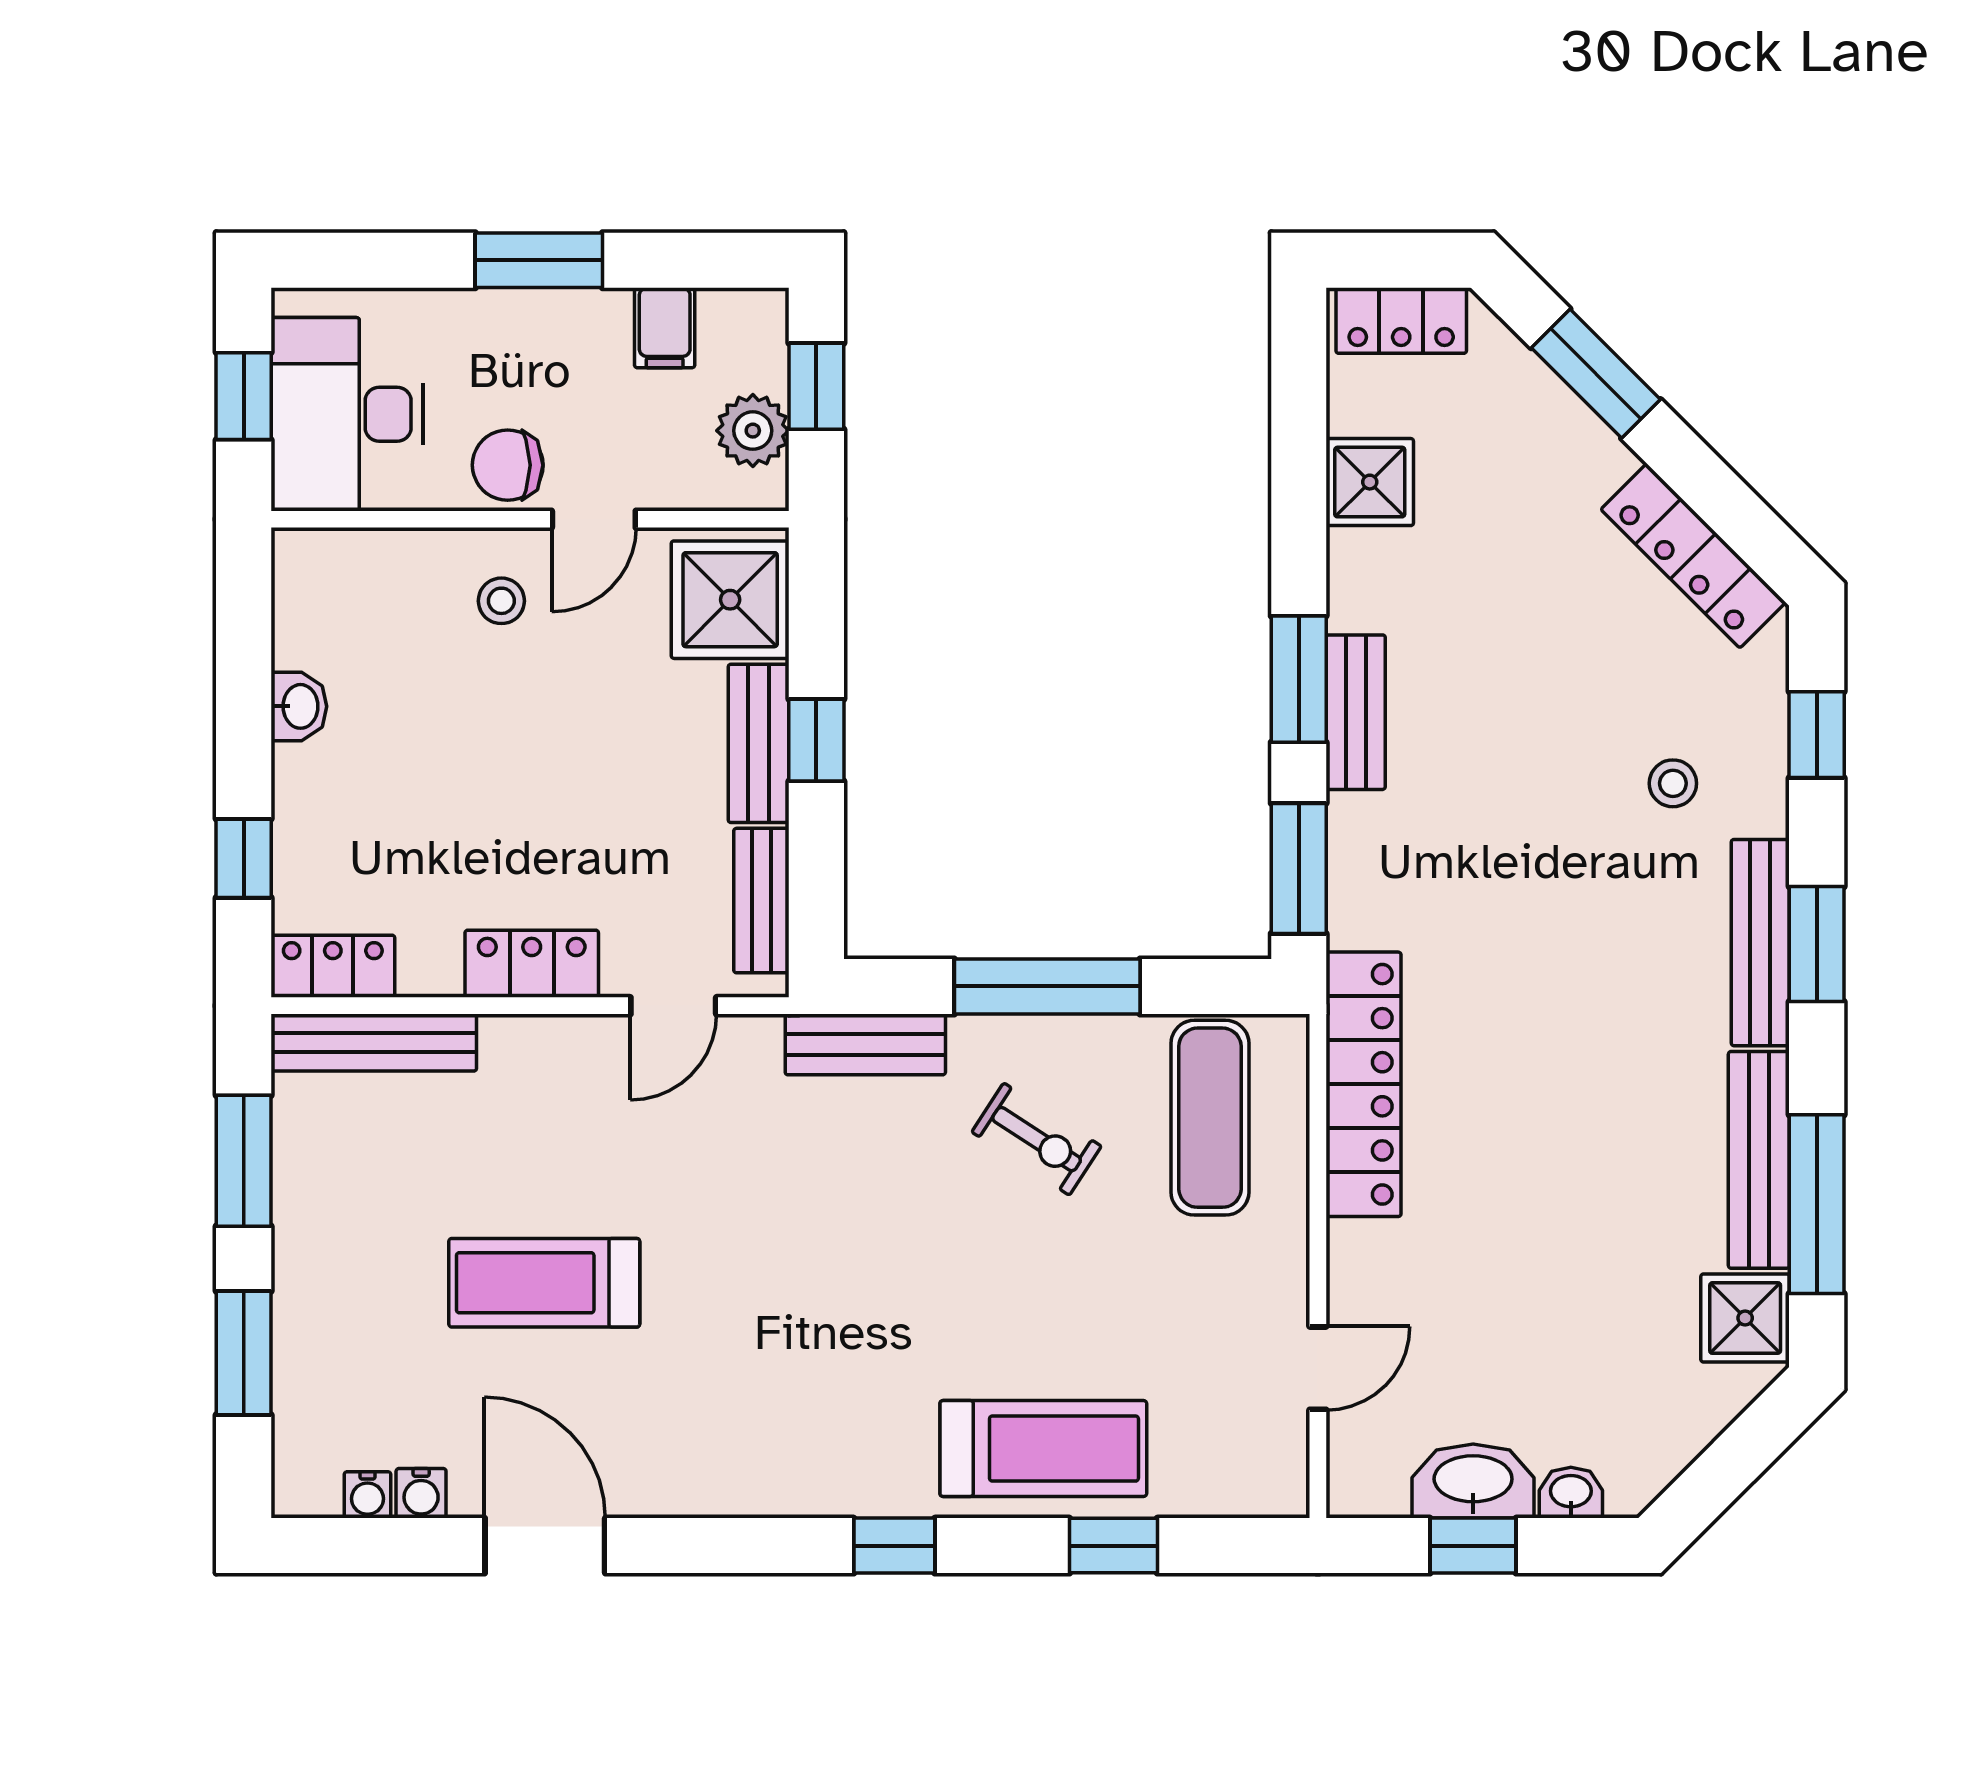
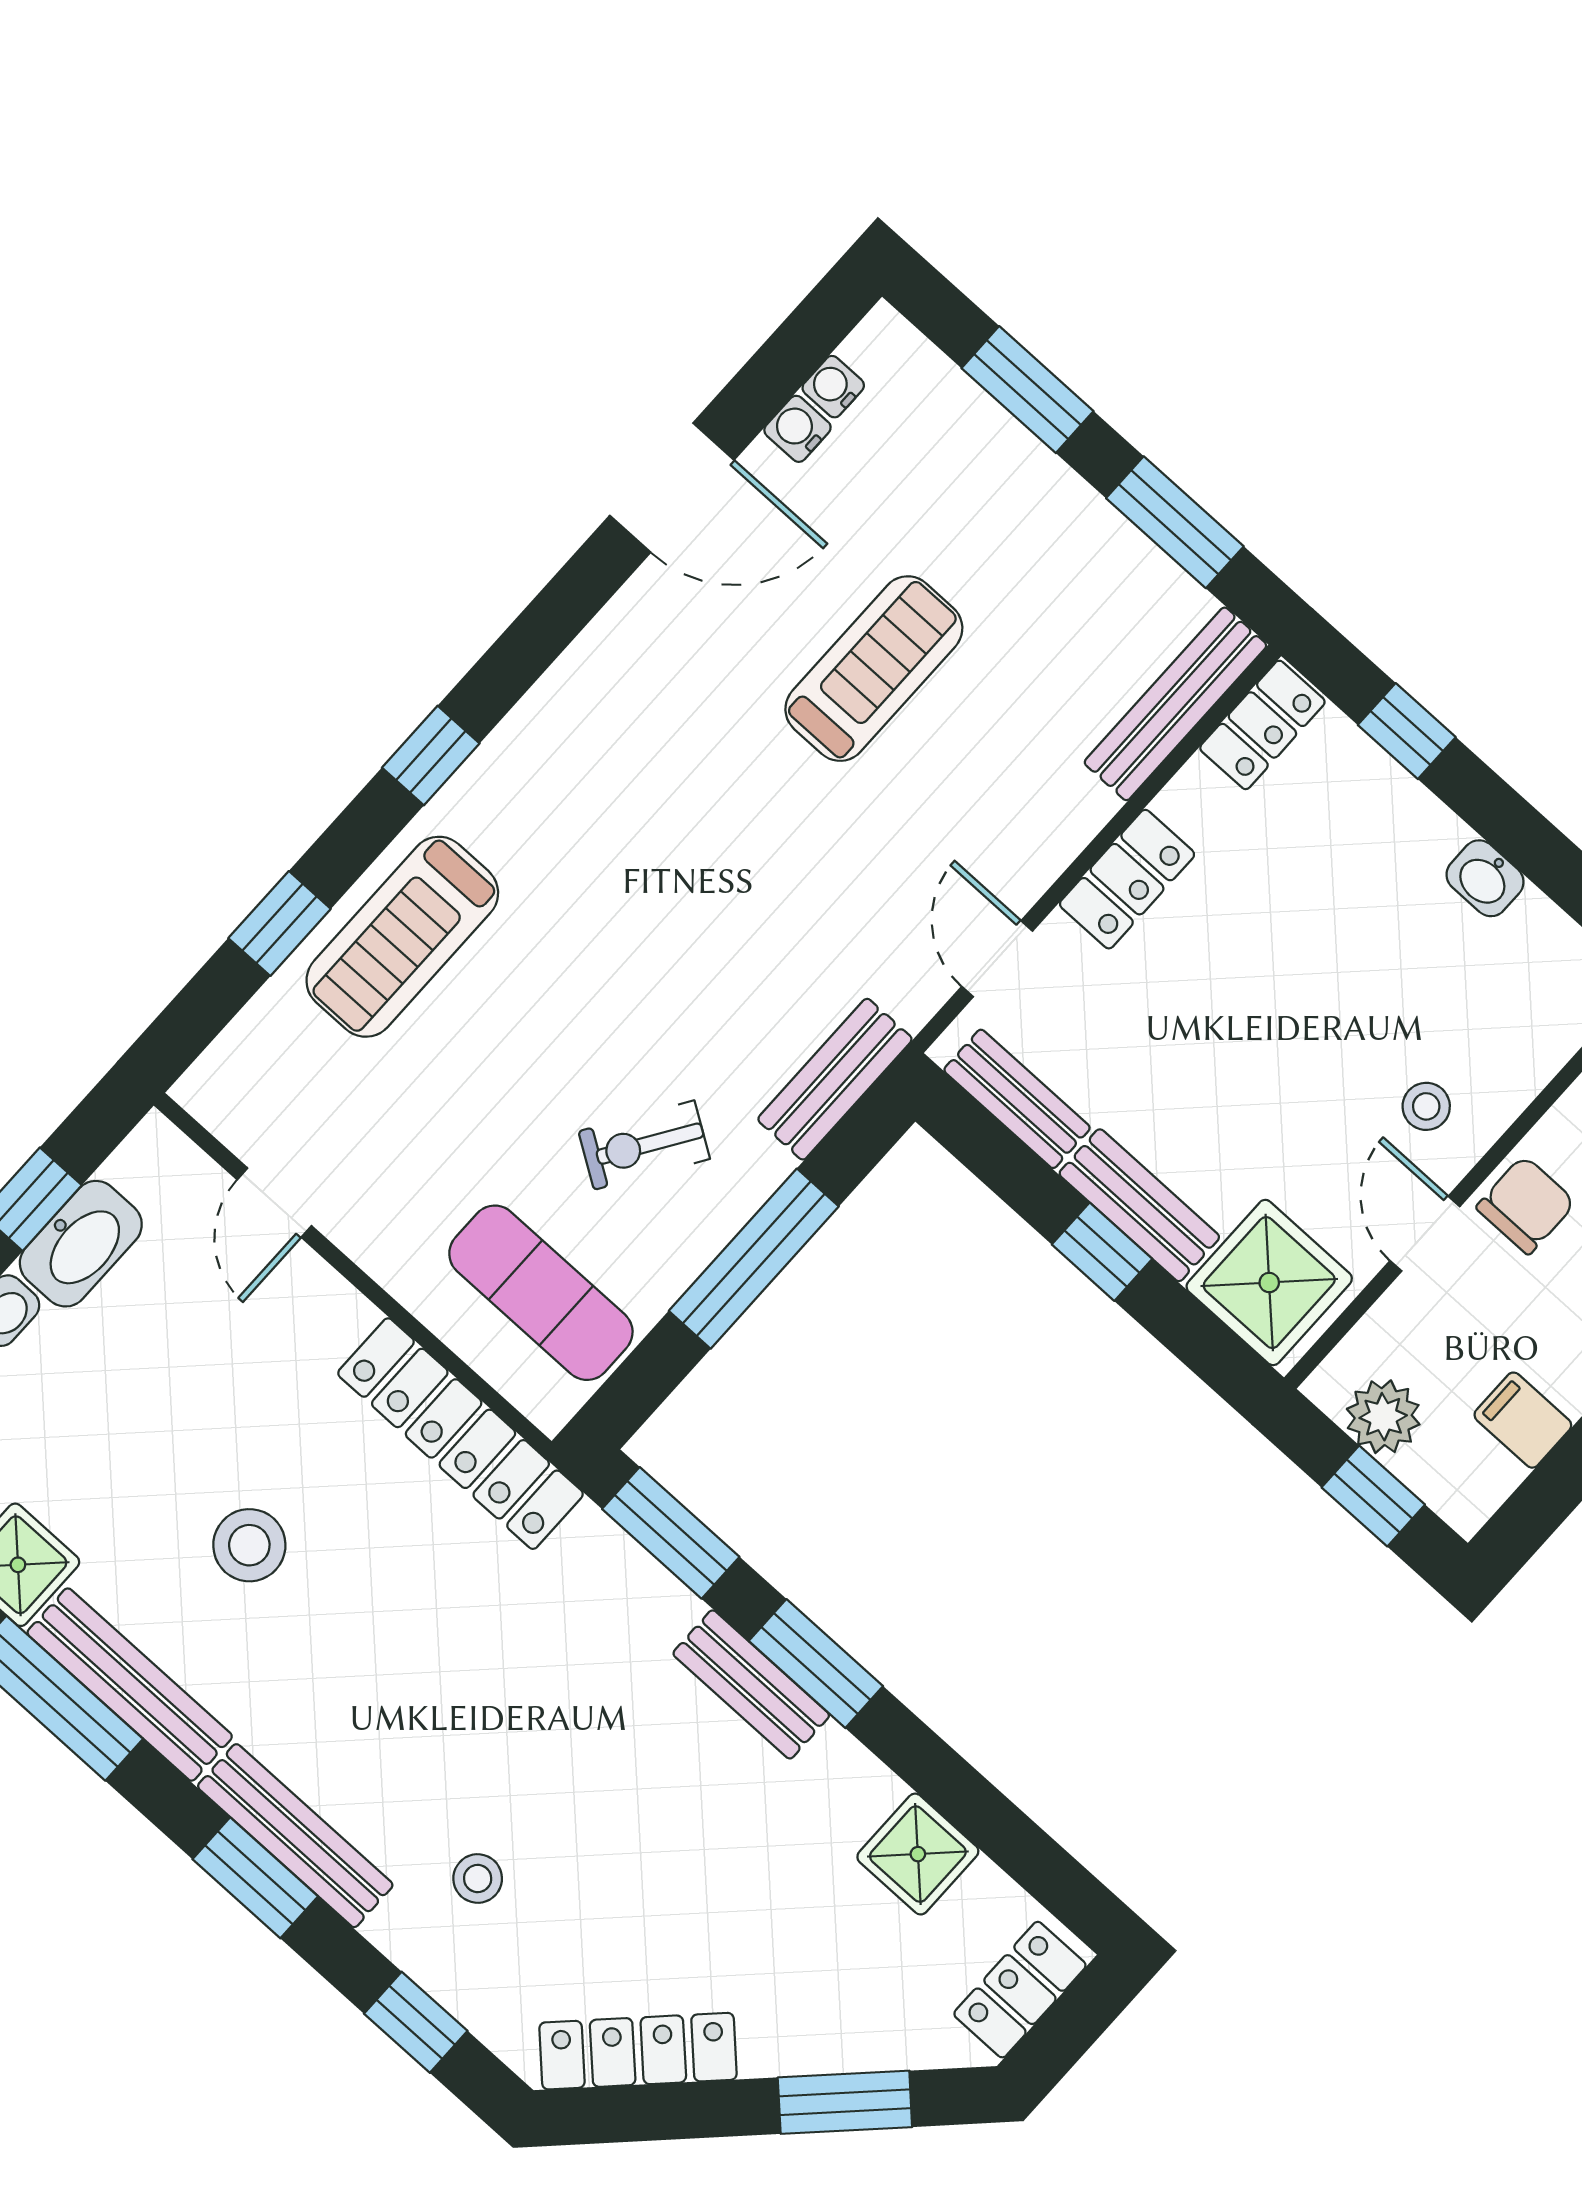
stool: (1581, 1164) -> (249, 1545), added

